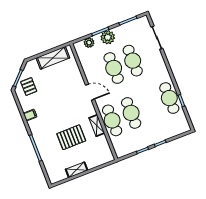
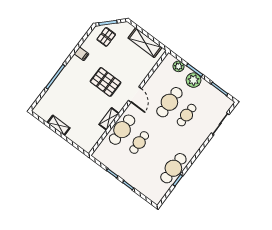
cafe table: (133, 61) -> (187, 115), width x0.73, depth x0.74
cafe table: (131, 113) -> (139, 143), width x0.73, depth x0.74
pallet: (71, 137) -> (106, 82), moved

